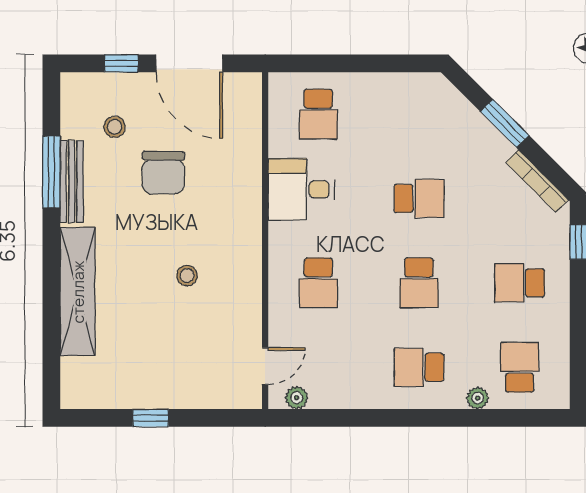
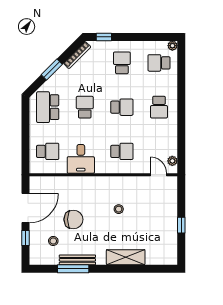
school desk: (419, 114) -> (48, 107), added
school desk: (520, 283) -> (122, 63), turned 180
shelving: (78, 292) -> (126, 257), width x0.68
plant: (478, 398) -> (172, 46), moved

